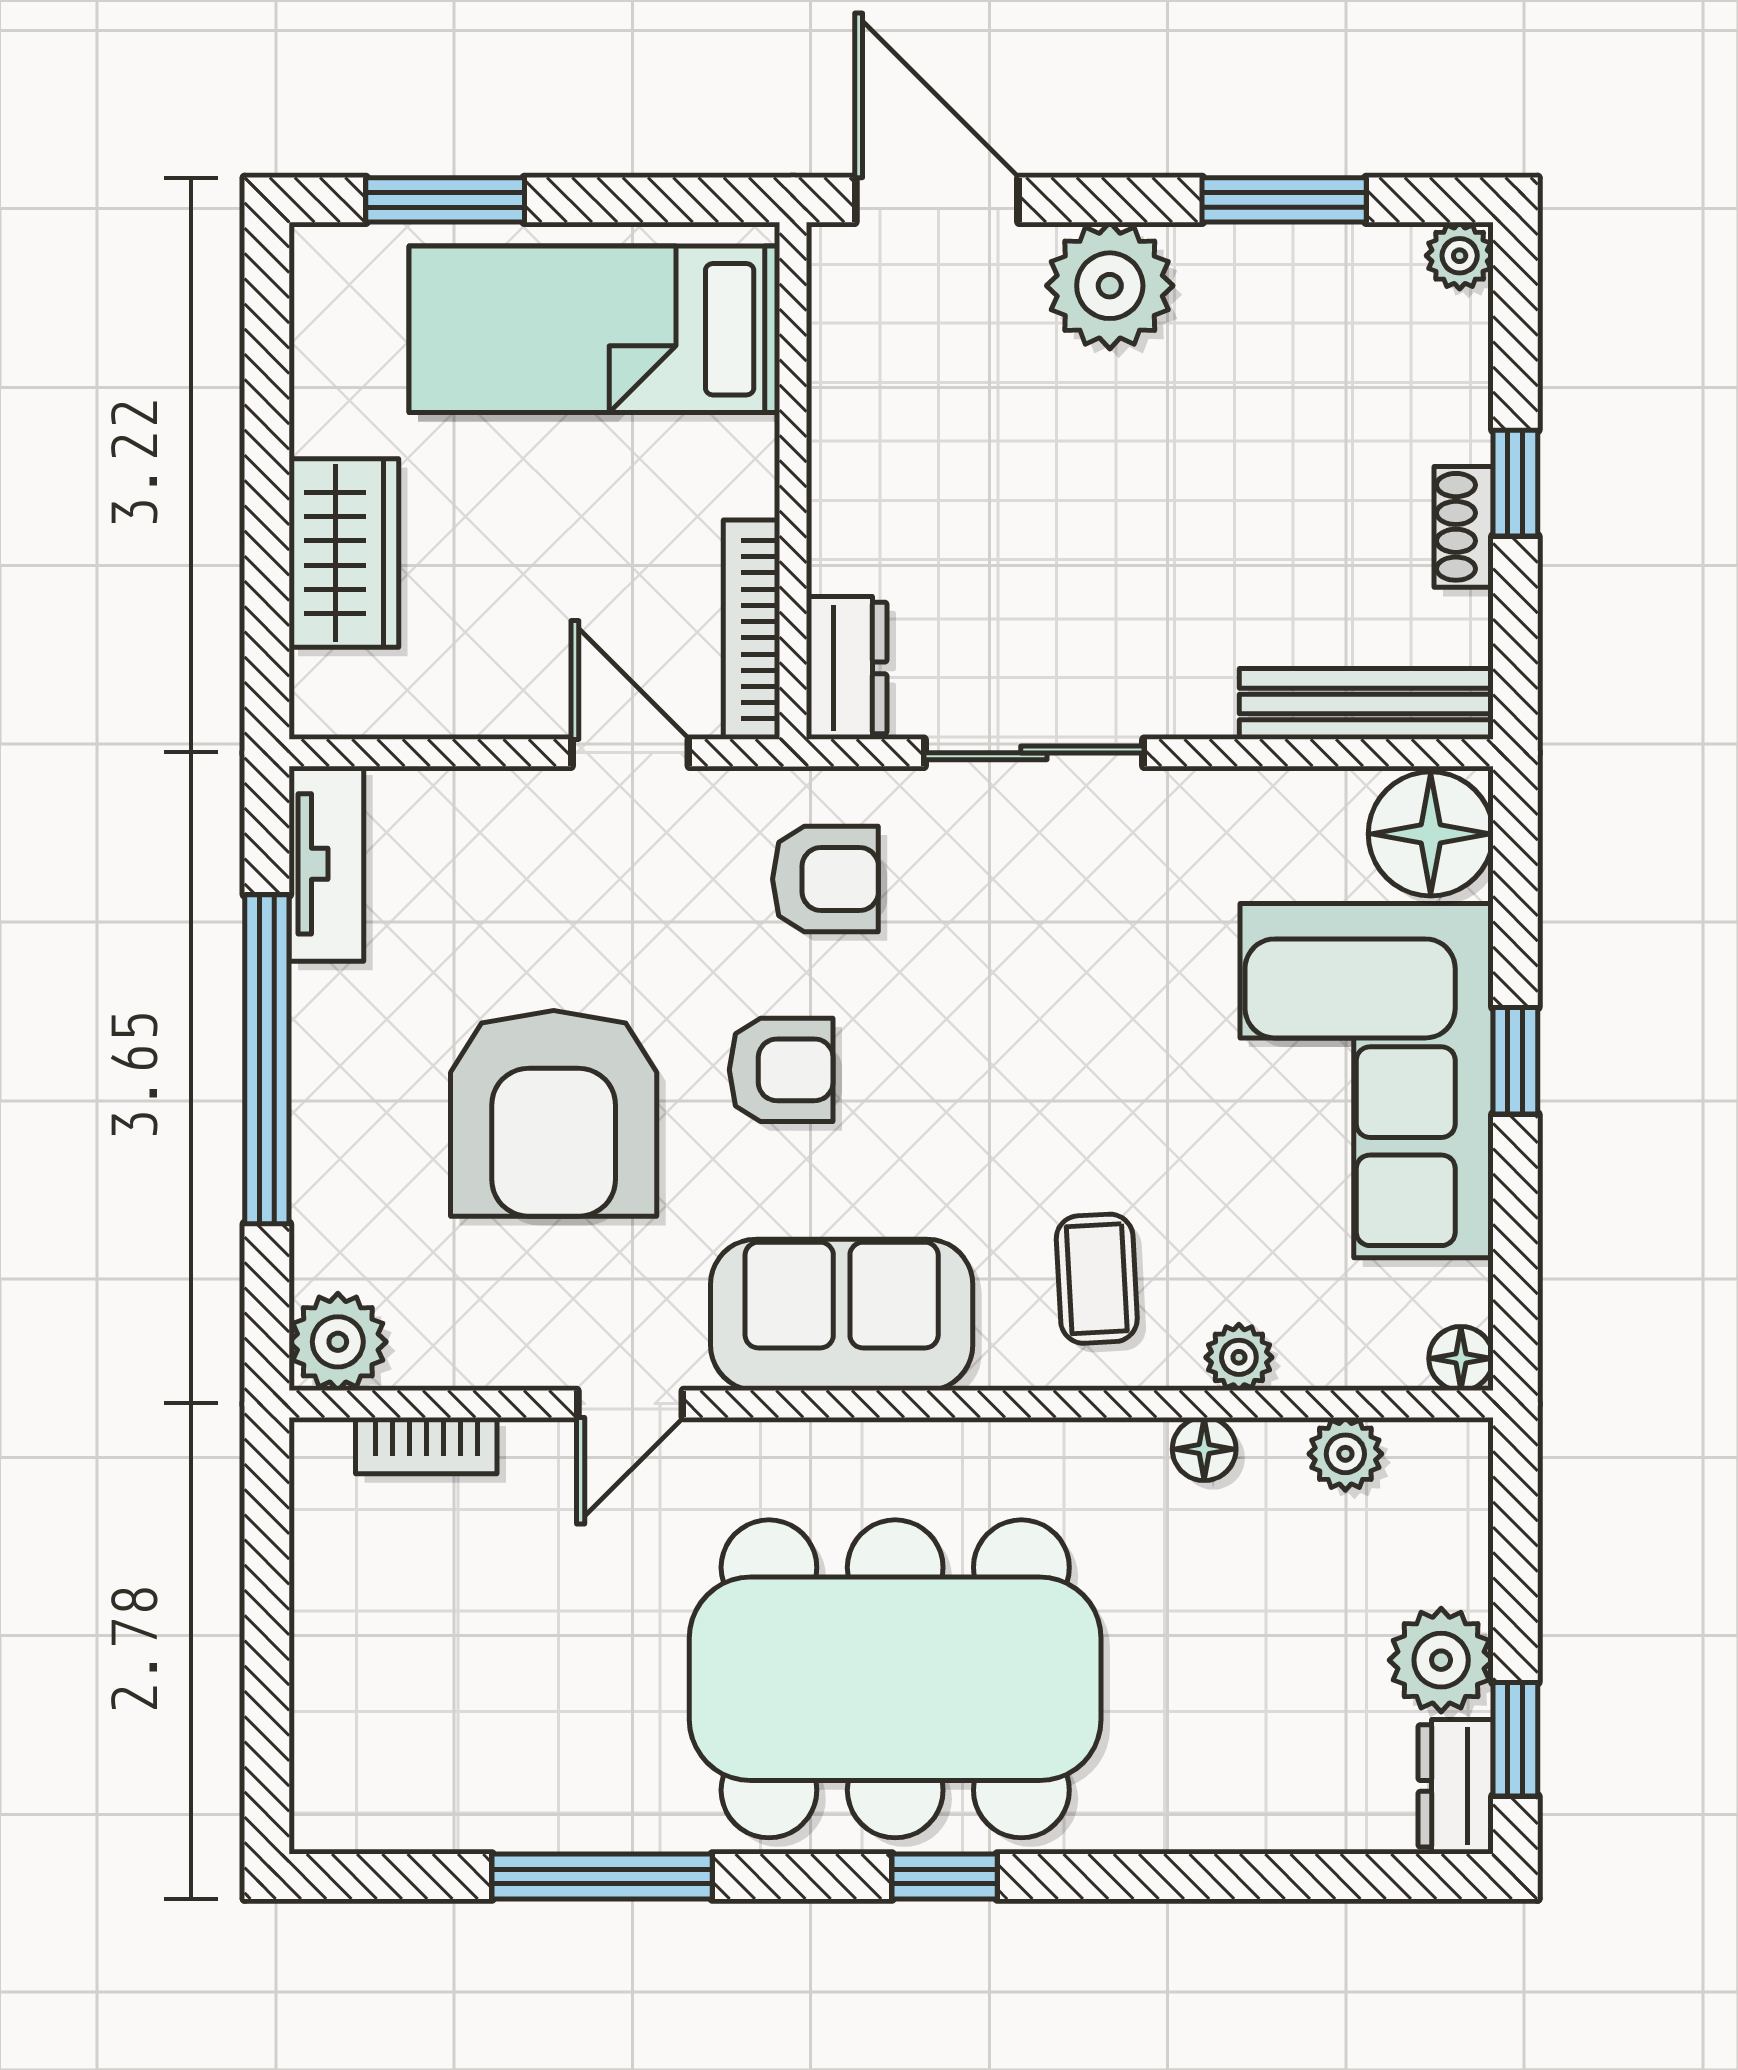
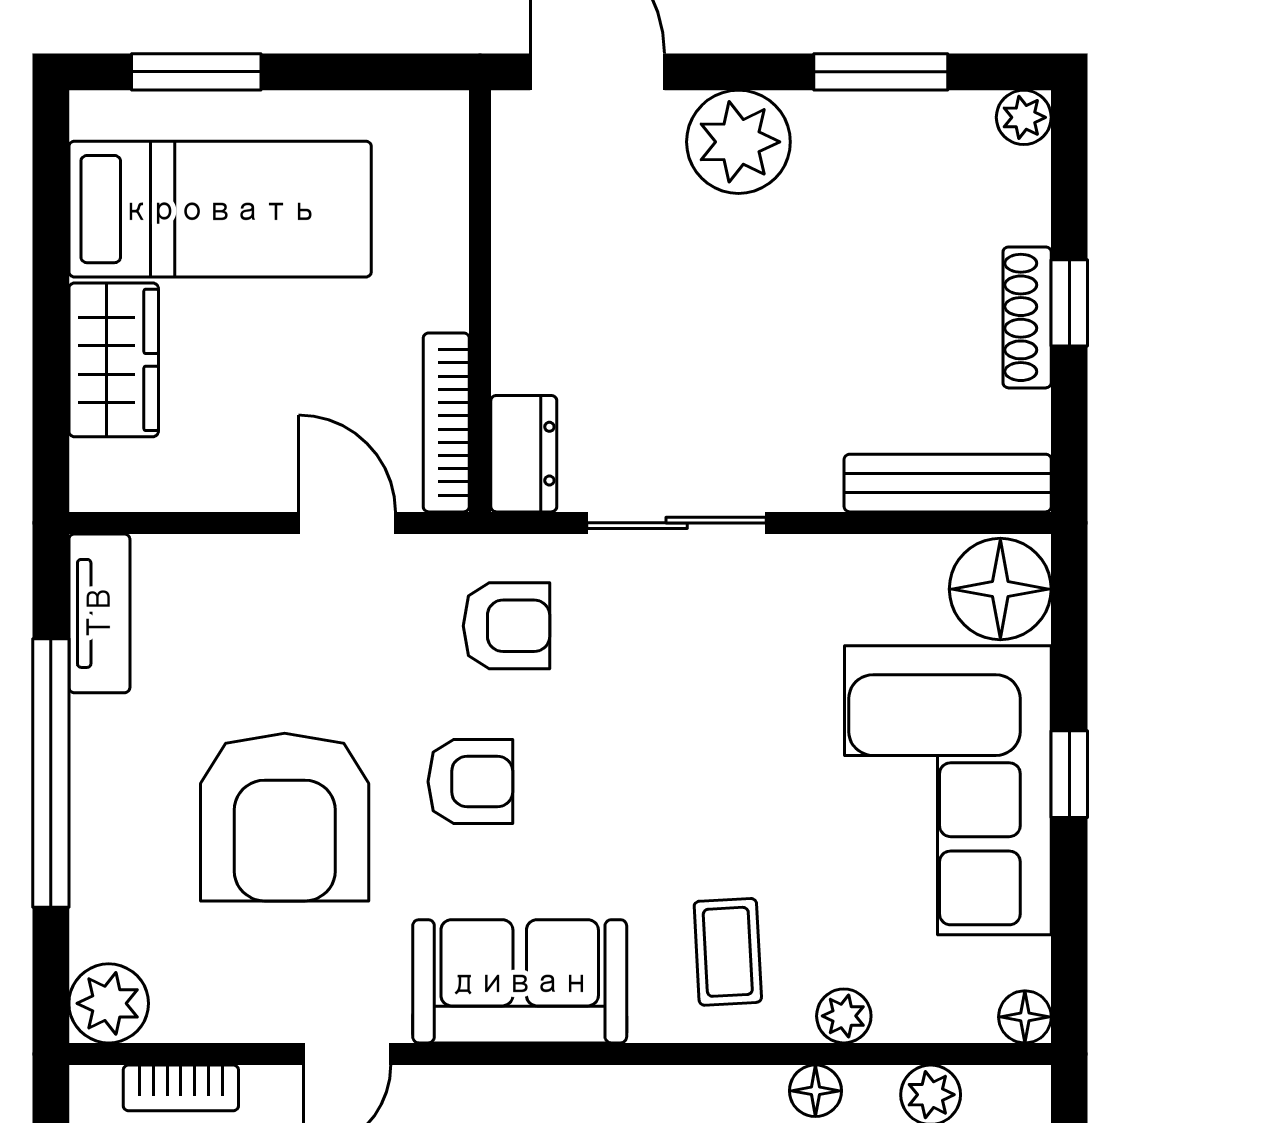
bed: (594, 329) -> (220, 209), moved, turned 180
shoe rack: (1464, 527) -> (1027, 317), width x1.43

